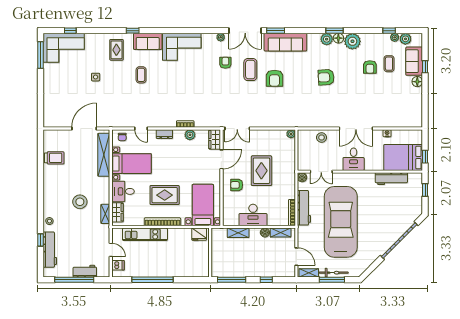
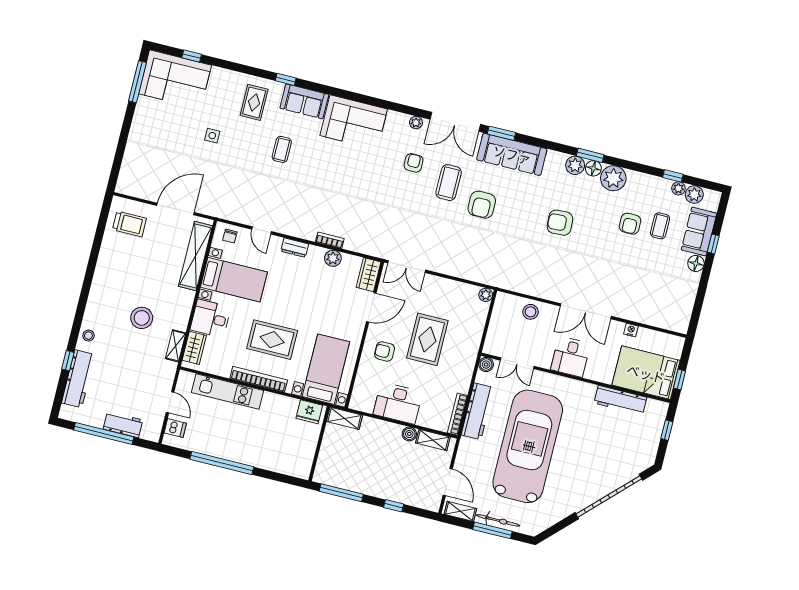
trolley: (54, 158) -> (129, 224), moved
shelving: (238, 233) -> (344, 418), moved

